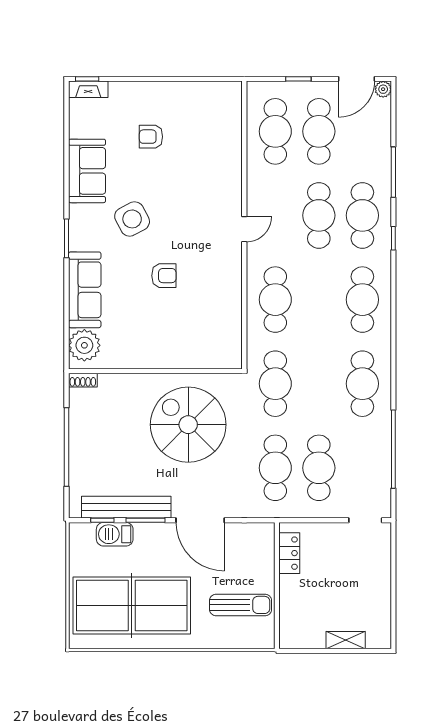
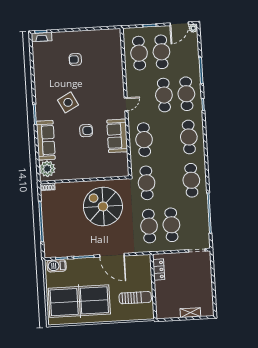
sofa: (87, 171) -> (117, 136), moved, turned 180
bench: (126, 507) -> (74, 251), removed
barbecue: (115, 534) -> (57, 266), moved

